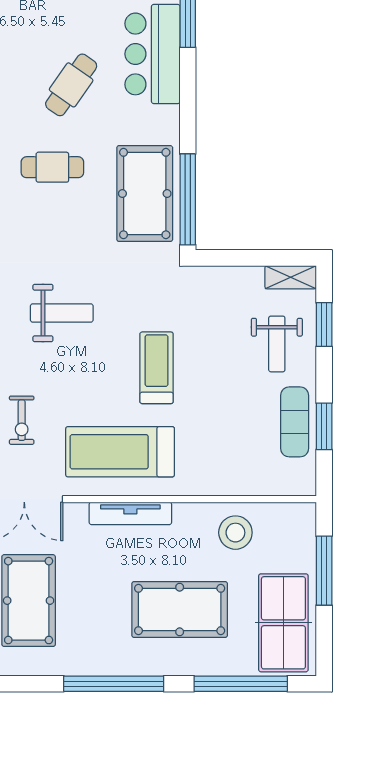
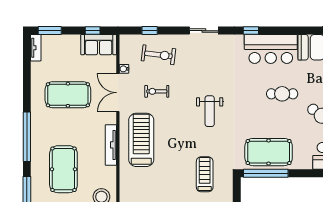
cafe table: (52, 167) -> (282, 94), moved, turned 90
treadmill: (157, 368) -> (205, 174), moved, turned -90

